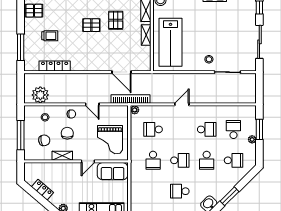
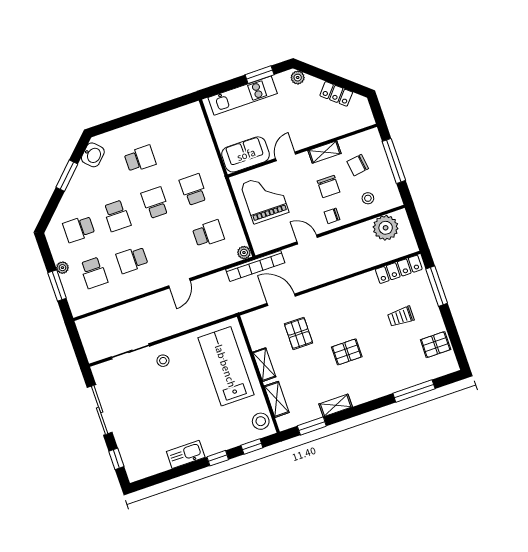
pallet: (116, 20) -> (298, 333), moved
locker: (55, 66) -> (399, 269), moved
school desk: (180, 160) -> (155, 203), turned 90
school desk: (207, 160) -> (117, 216), turned 180

